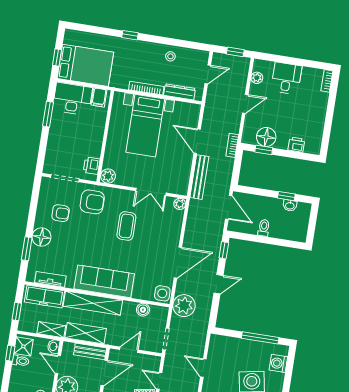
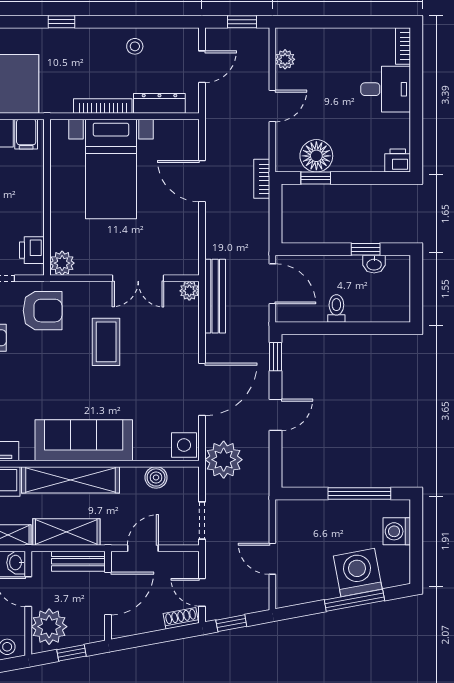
desk: (286, 78) -> (386, 89), moved, turned 90
printer: (296, 145) -> (398, 161), moved
bench: (199, 177) -> (215, 296), moved

